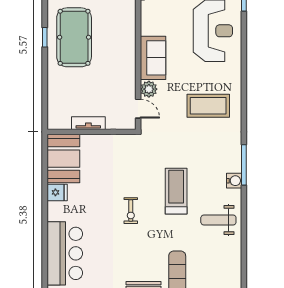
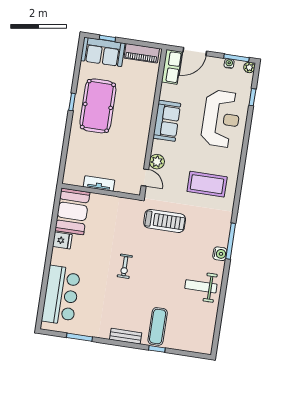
sofa: (153, 58) -> (167, 121), moved
treadmill: (176, 191) -> (165, 221), moved, turned 90

